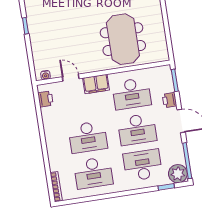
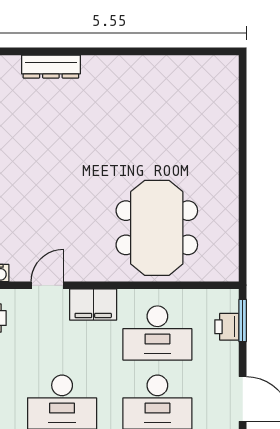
door: (71, 78) -> (47, 285), hinge flipped
printer: (169, 100) -> (227, 327), moved

